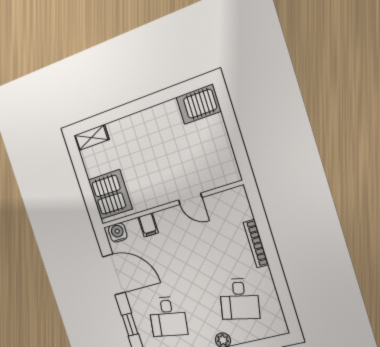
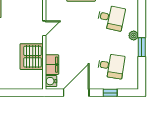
server rack: (110, 194) -> (32, 57), moved, turned -90
filing cabinet: (148, 225) -> (52, 65), width x2.00

